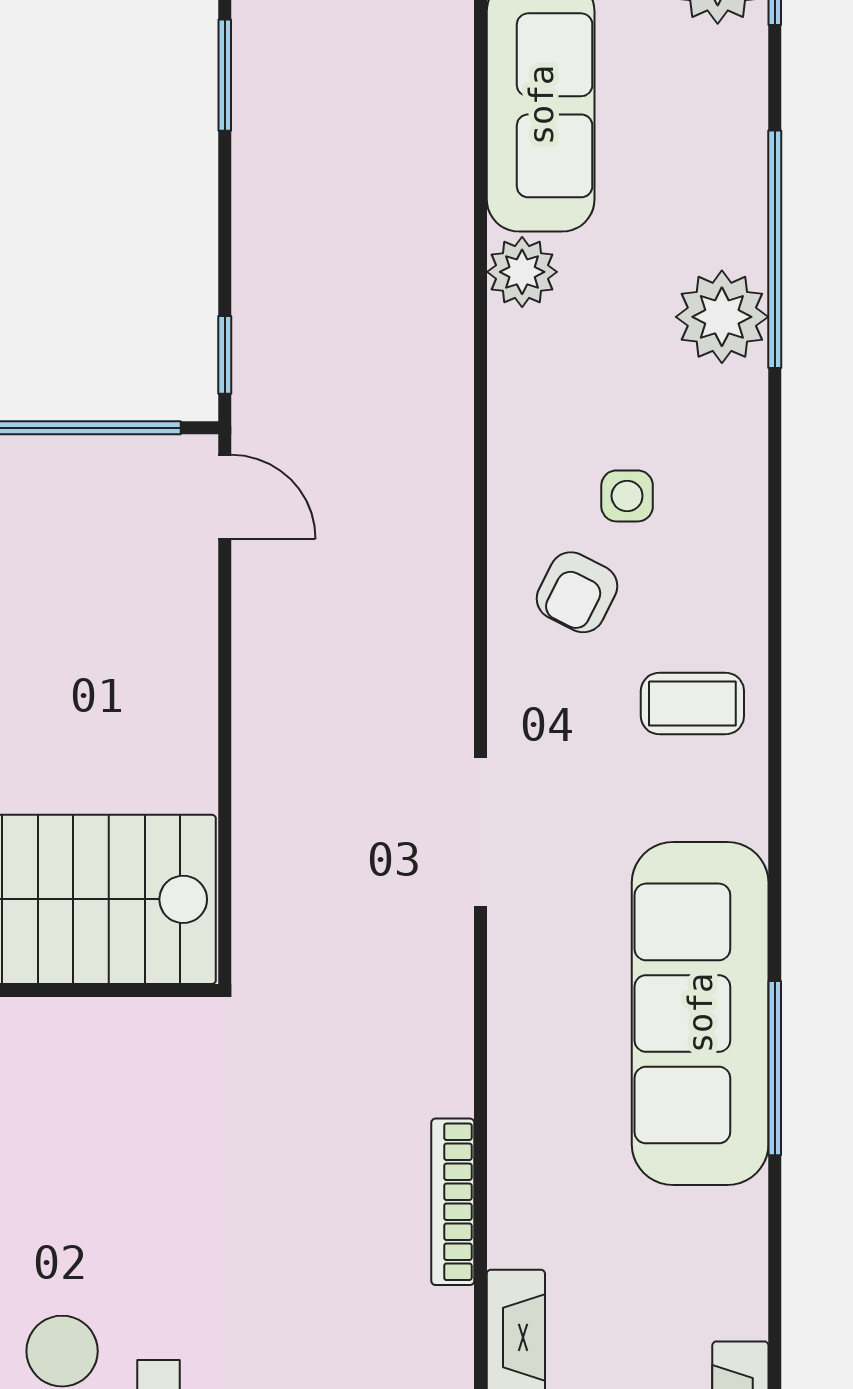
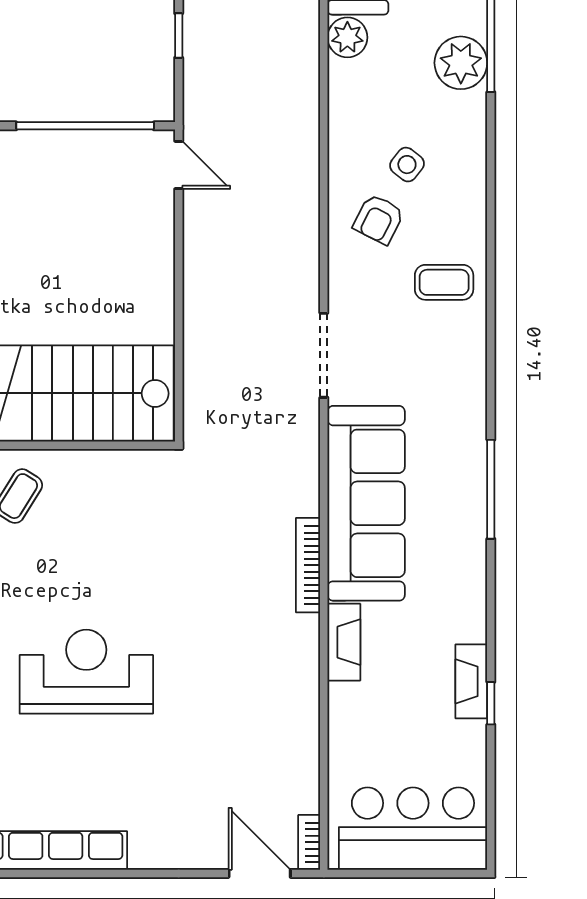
window: (225, 355) -> (179, 36), moved
side table: (627, 496) -> (407, 165), turned 38
sofa: (700, 1013) -> (366, 503), moved, turned 180

